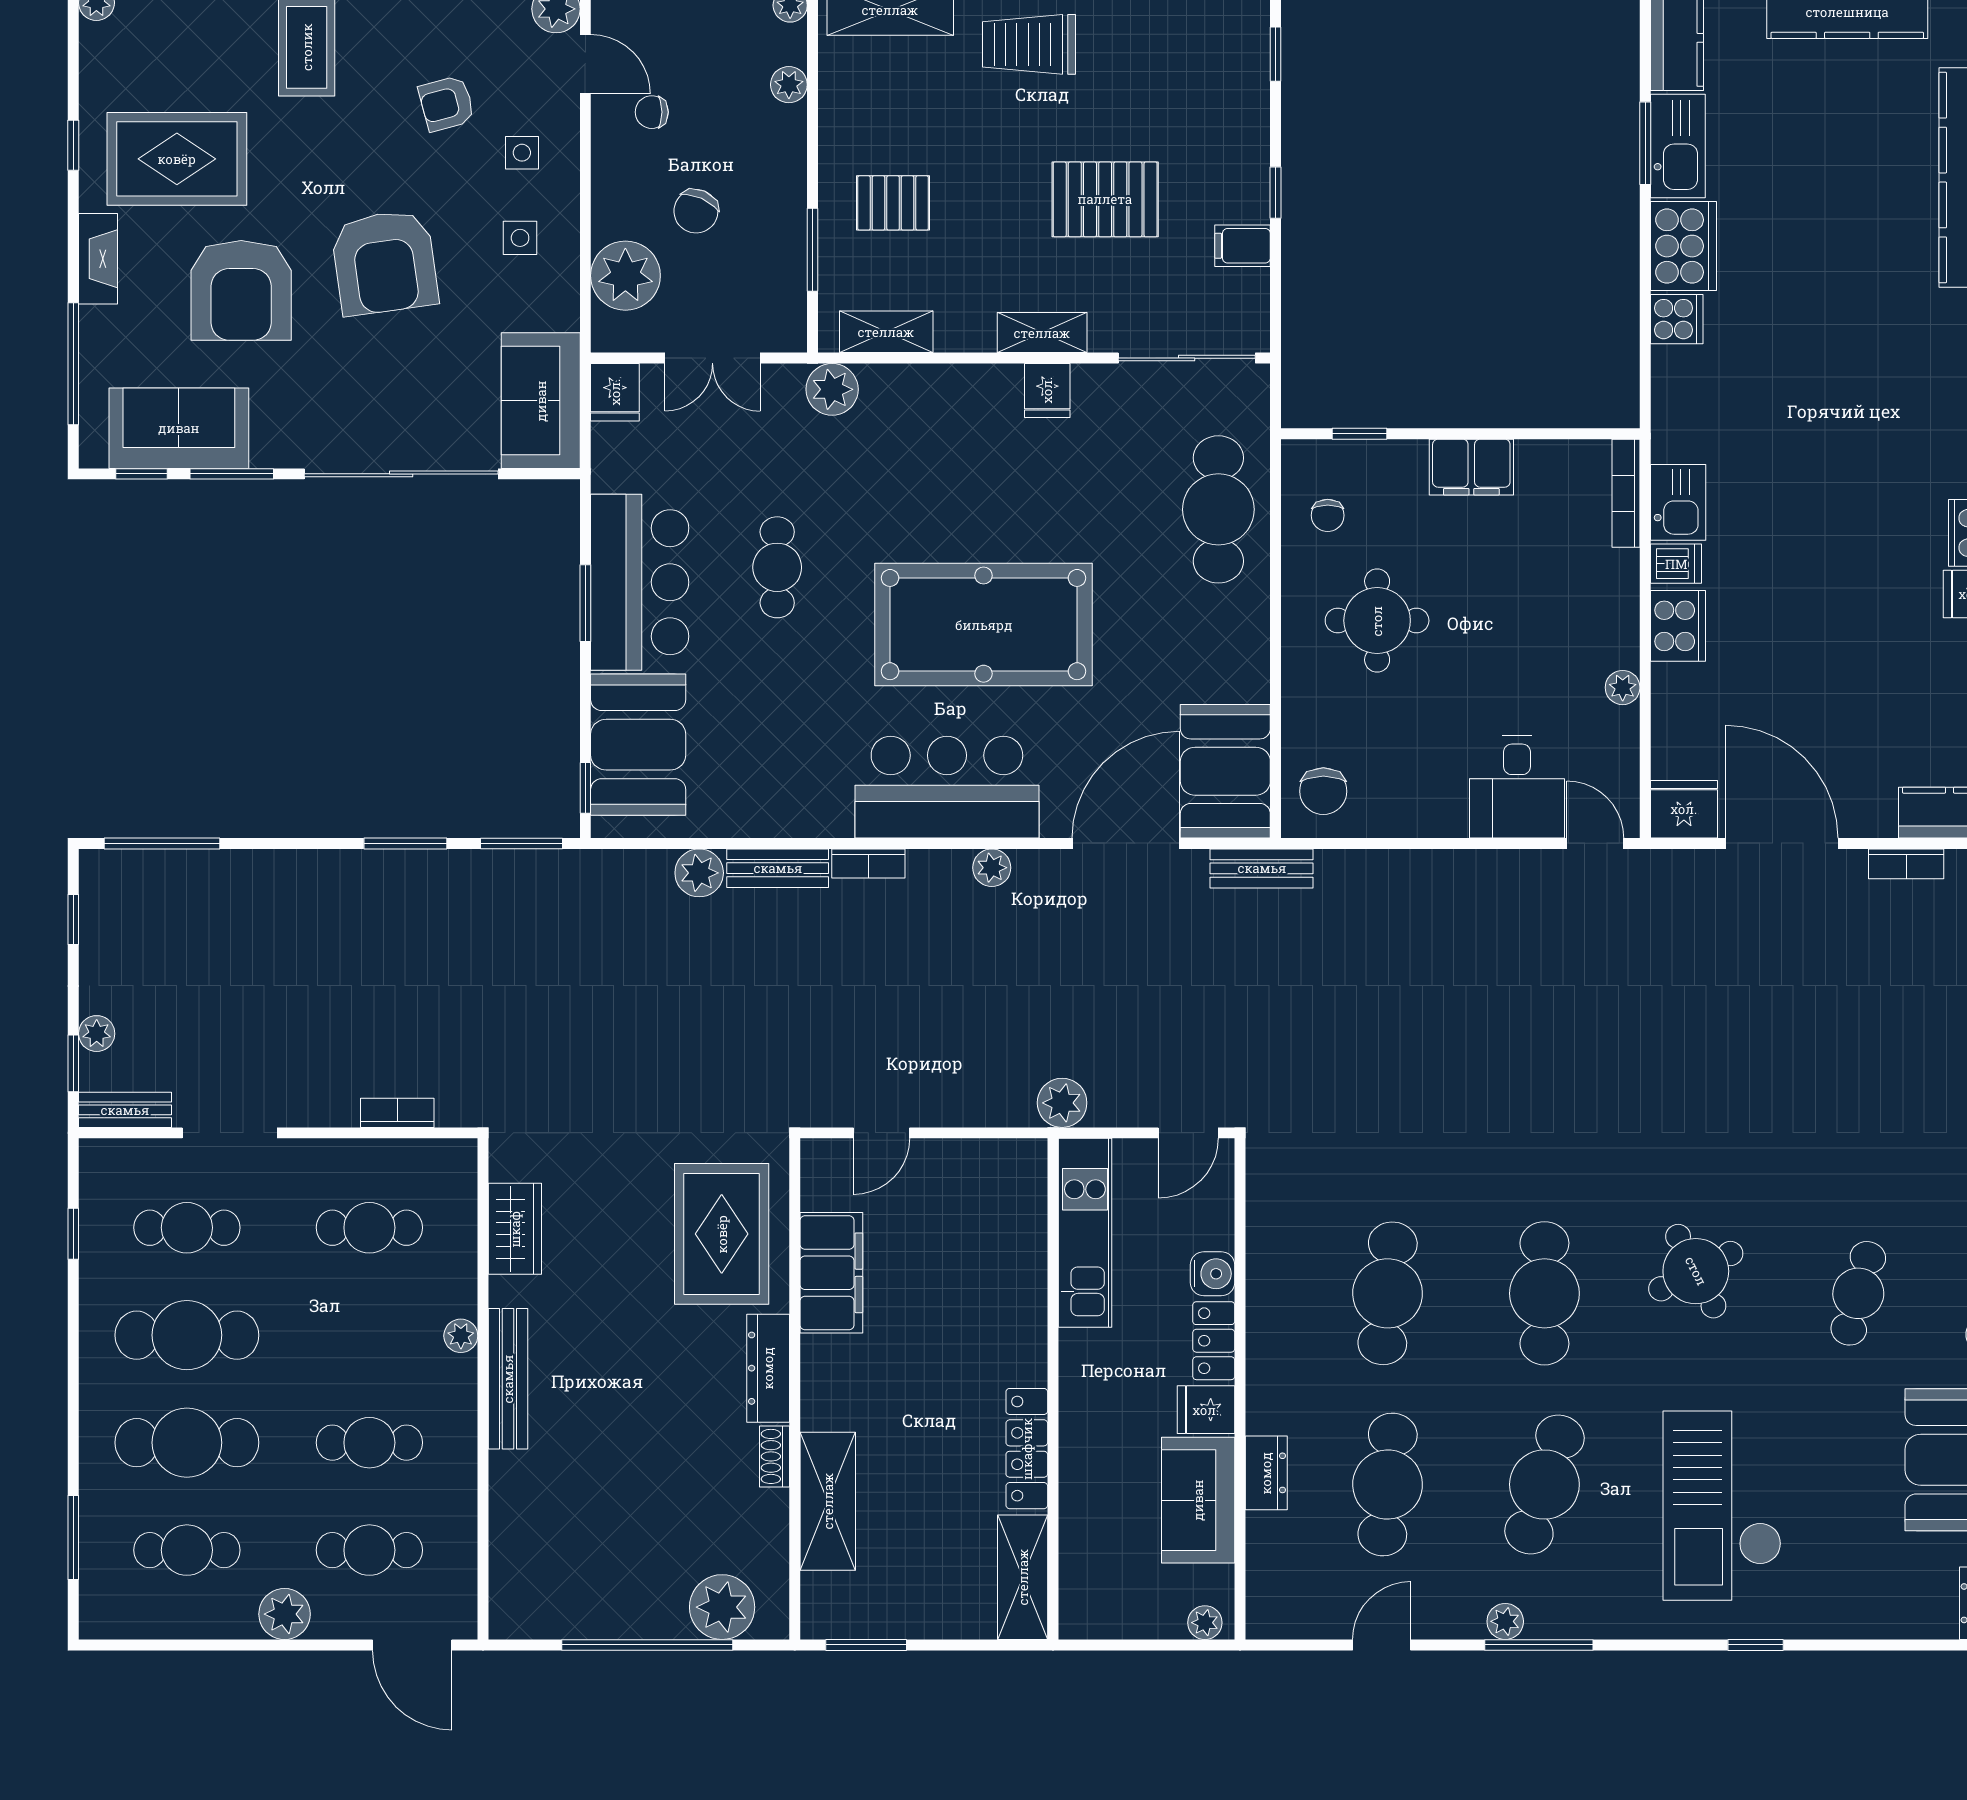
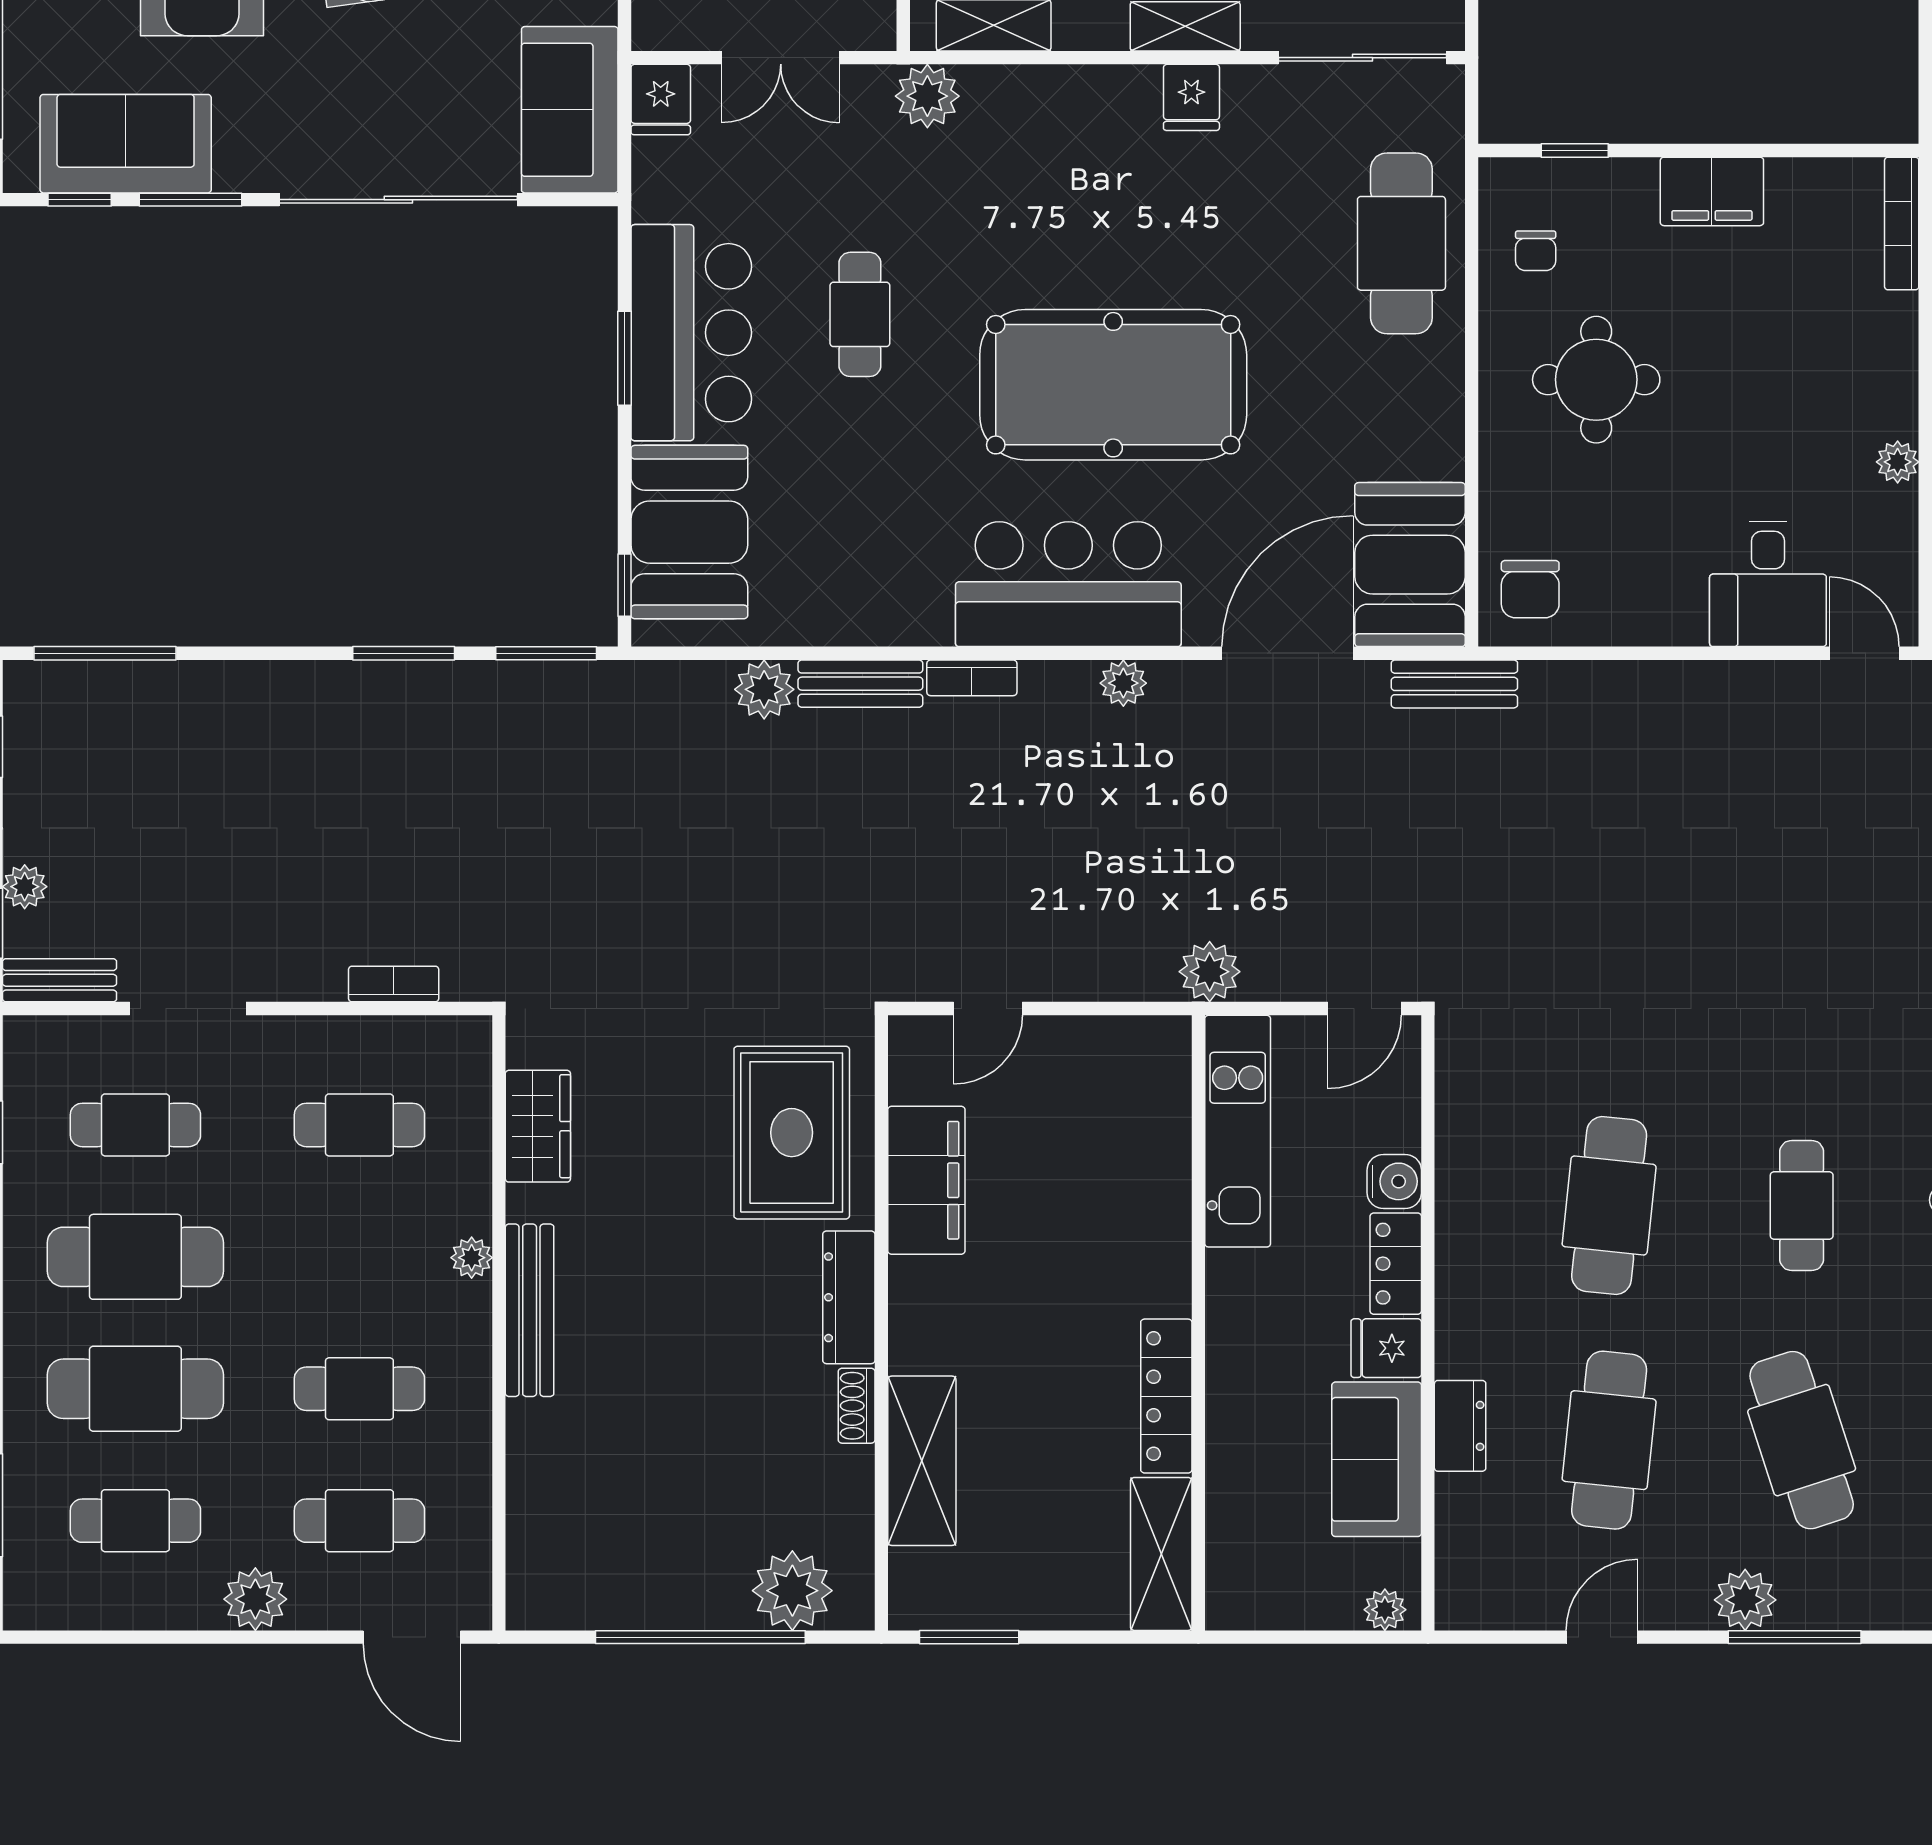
cafe table: (1544, 1293) -> (1802, 1205), width x0.73, depth x0.74
cafe table: (1544, 1484) -> (1802, 1440), turned -36
plant: (1505, 1621) -> (1745, 1600), width x1.38, depth x1.38

